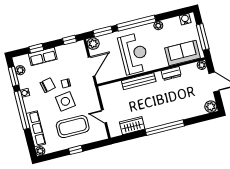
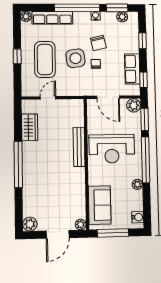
row of seats: (43, 57) -> (132, 69), moved
dresser: (171, 73) -> (79, 187), removed

